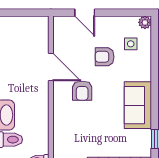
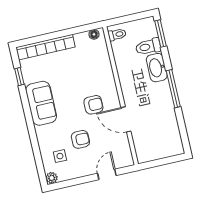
door: (85, 13) -> (107, 174), hinge flipped
armchair: (82, 91) -> (93, 105), turned 90

